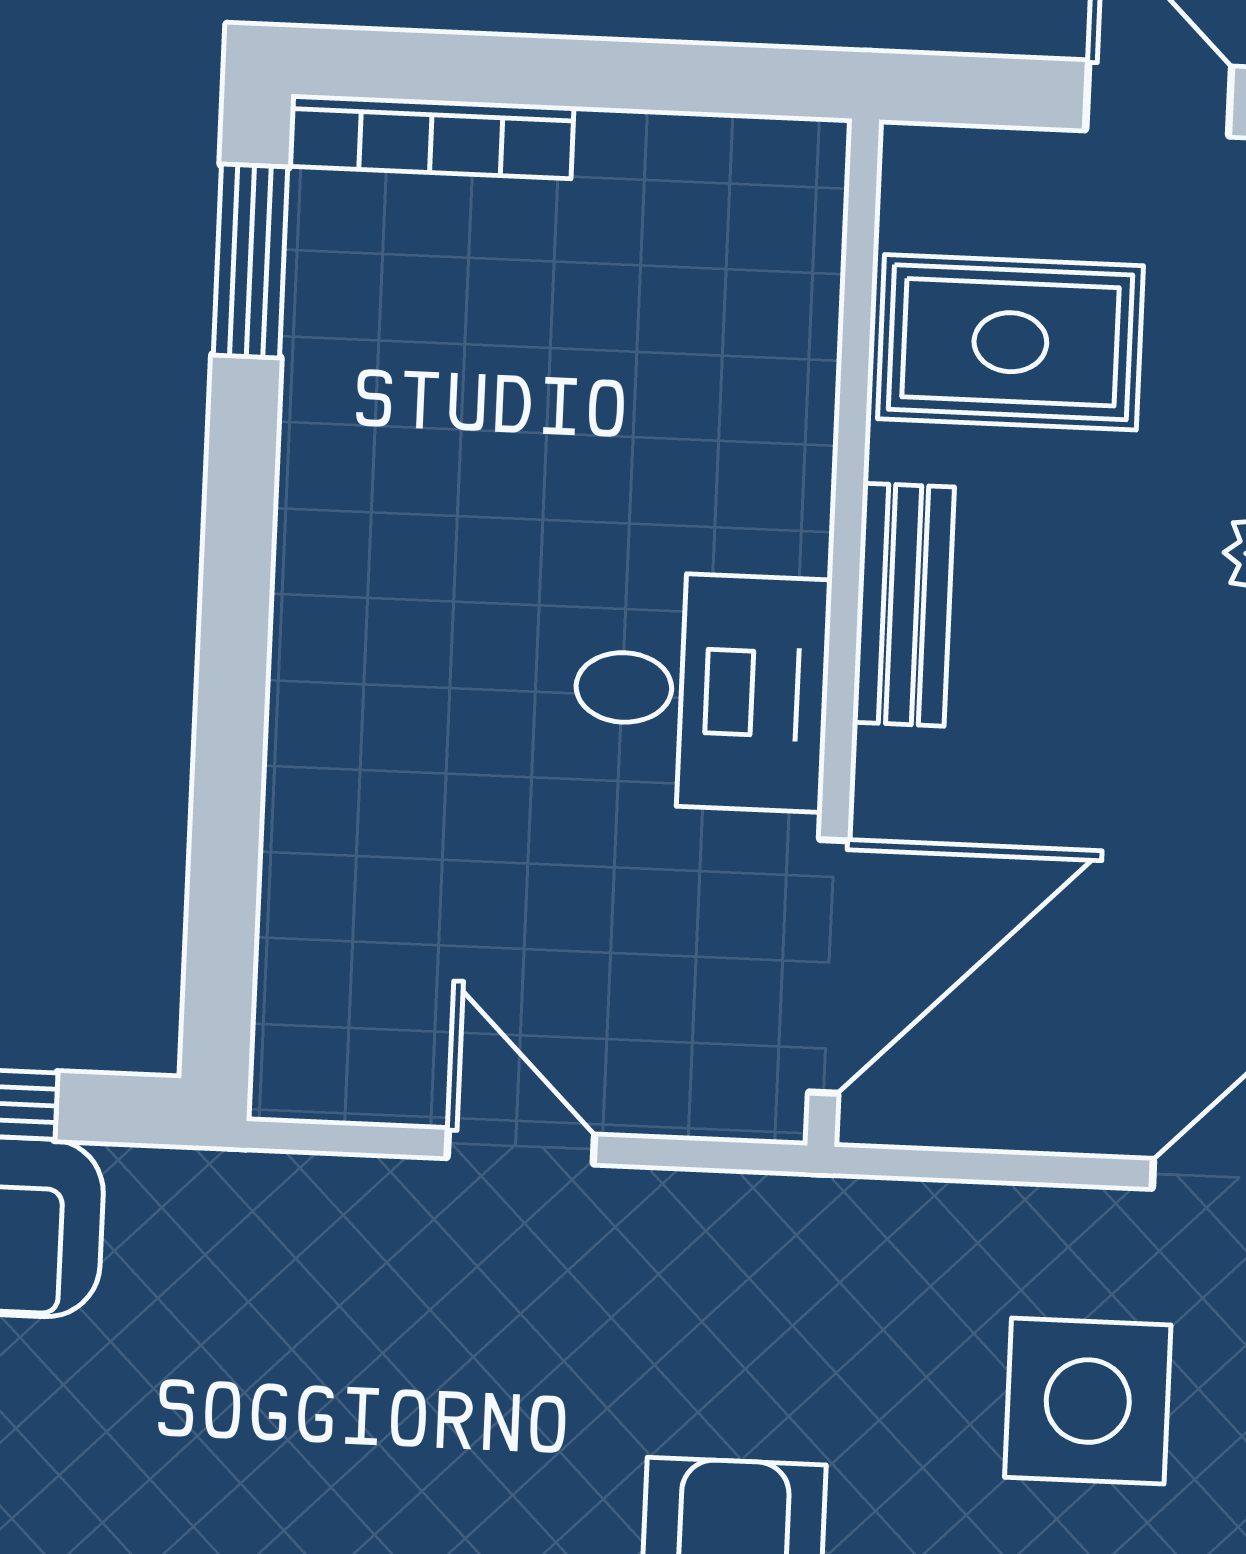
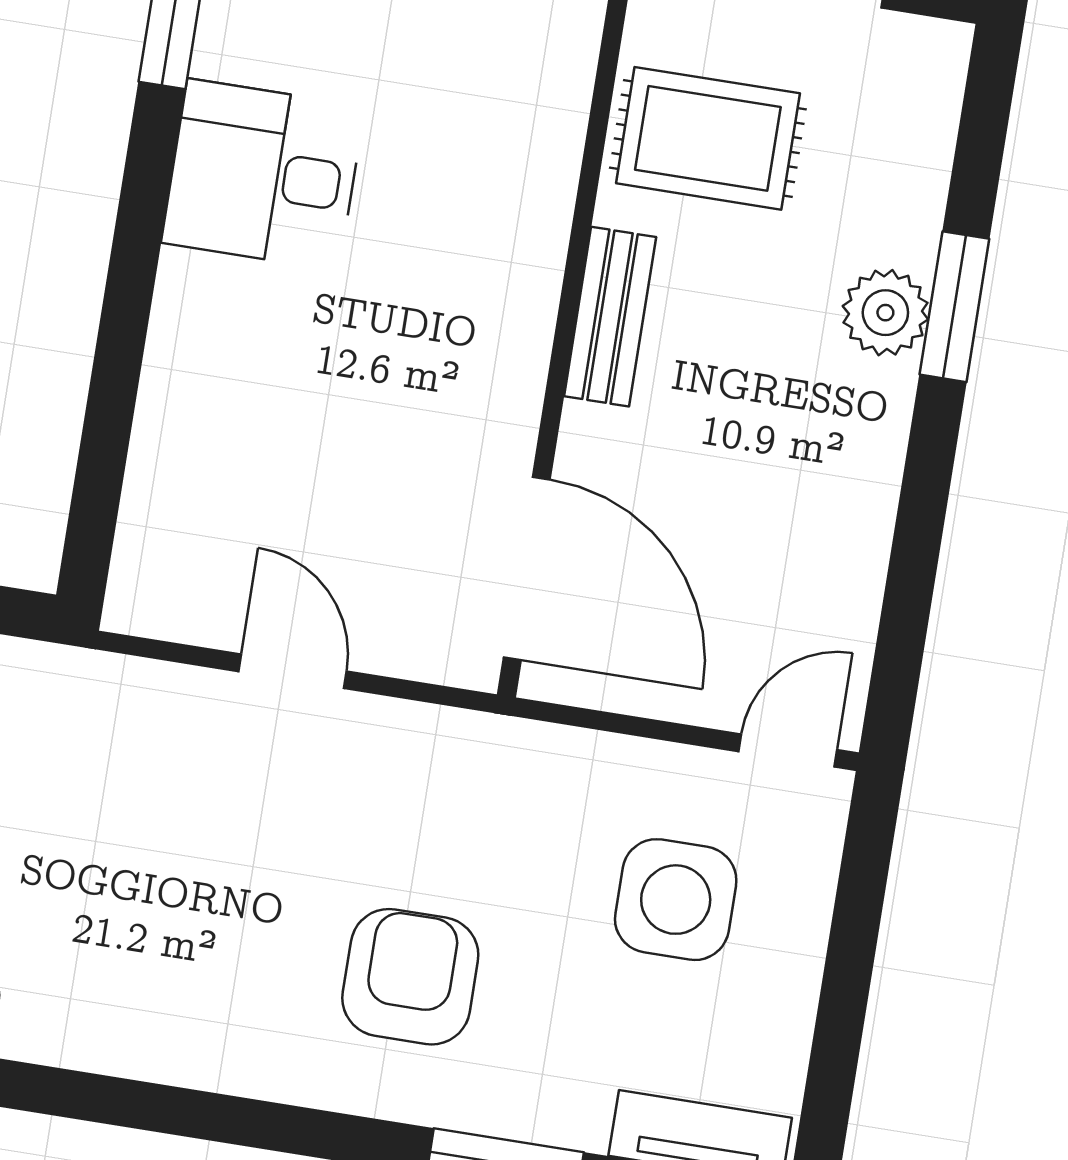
desk: (702, 691) -> (263, 175), moved, turned 180
door: (829, 966) -> (527, 568), hinge flipped

